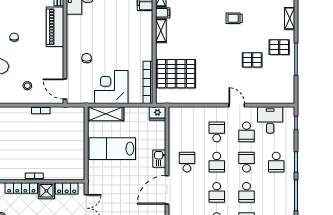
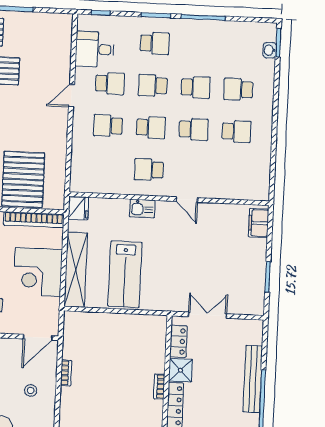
shelving: (106, 114) -> (76, 270), width x1.47
door: (167, 190) -> (187, 200), width x0.53

